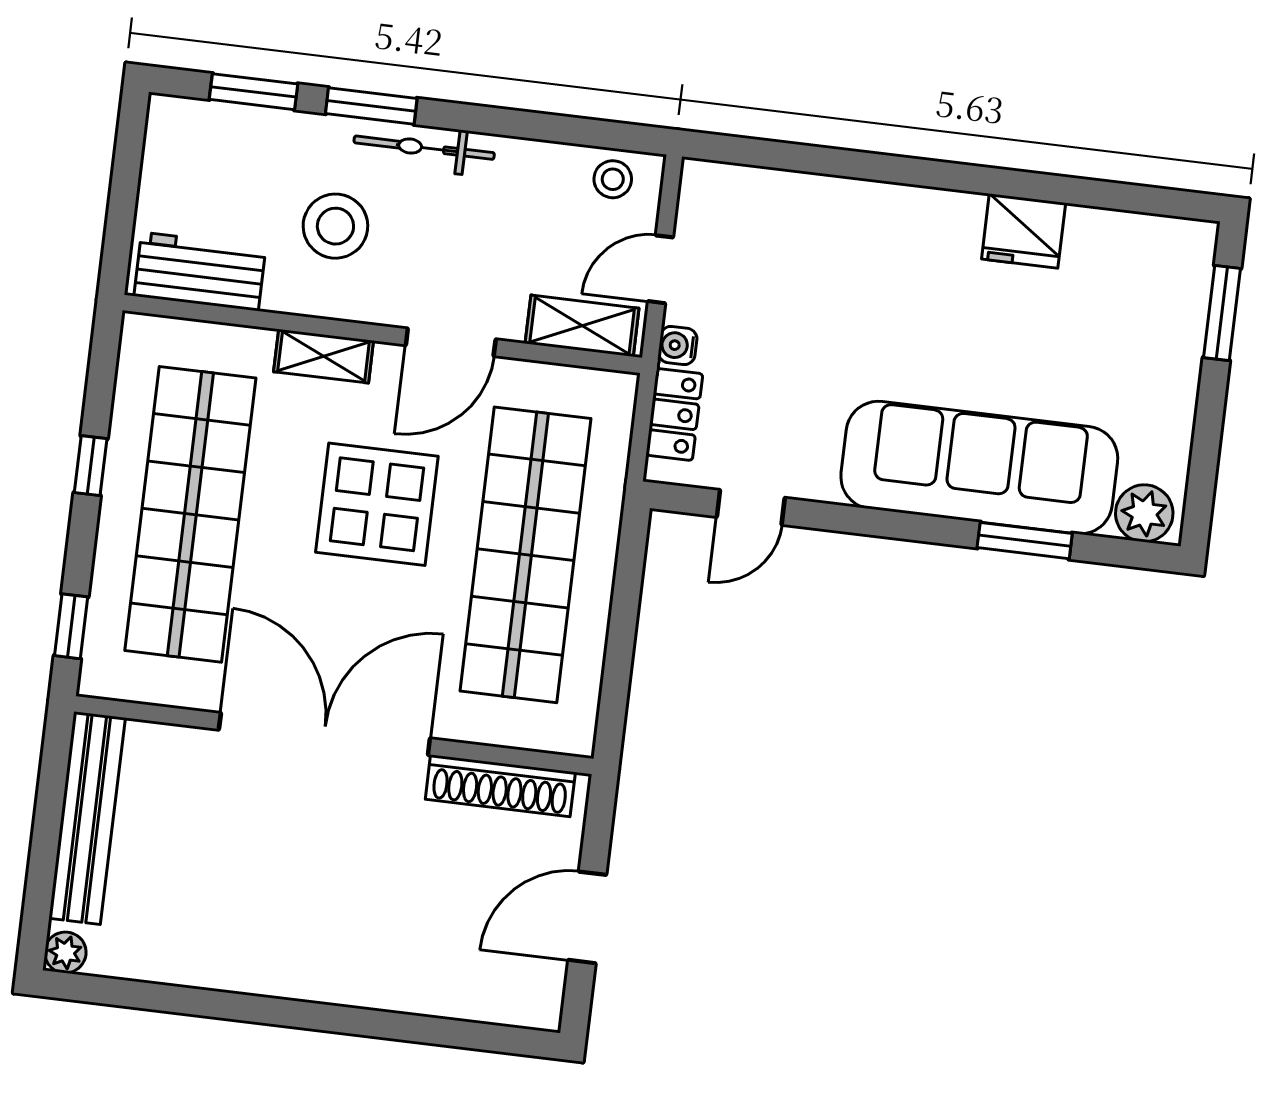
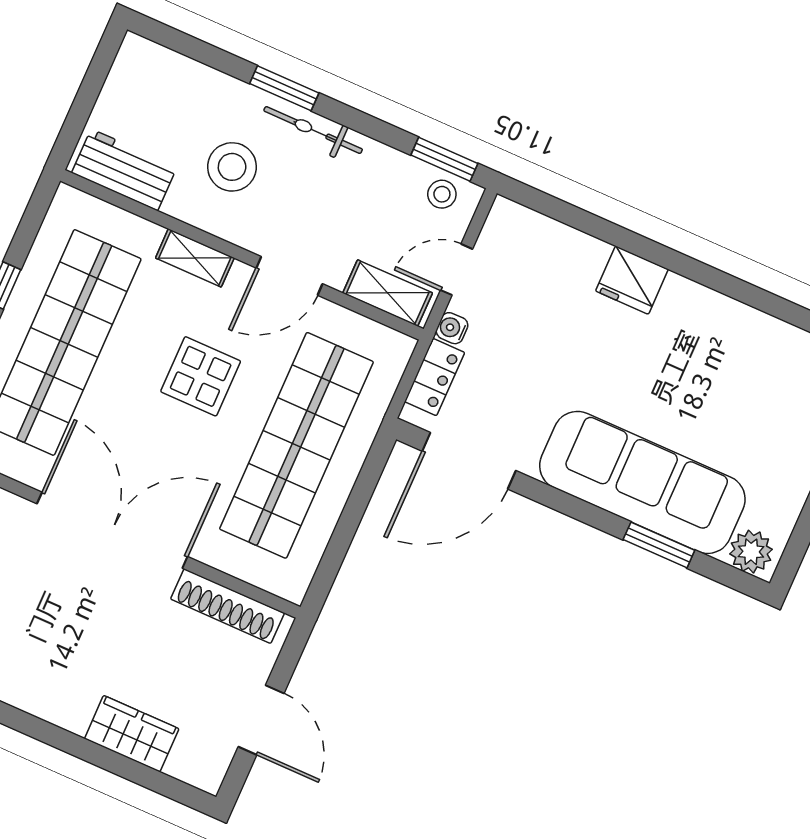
window: (253, 92) -> (444, 159), moved
fridge: (1024, 231) -> (632, 280), moved
display table: (377, 504) -> (201, 376), width x0.73, depth x0.73
door: (751, 507) -> (469, 461), width x1.88
door: (587, 917) -> (261, 720), swing flipped
wardrobe: (428, 985) -> (132, 734), added

